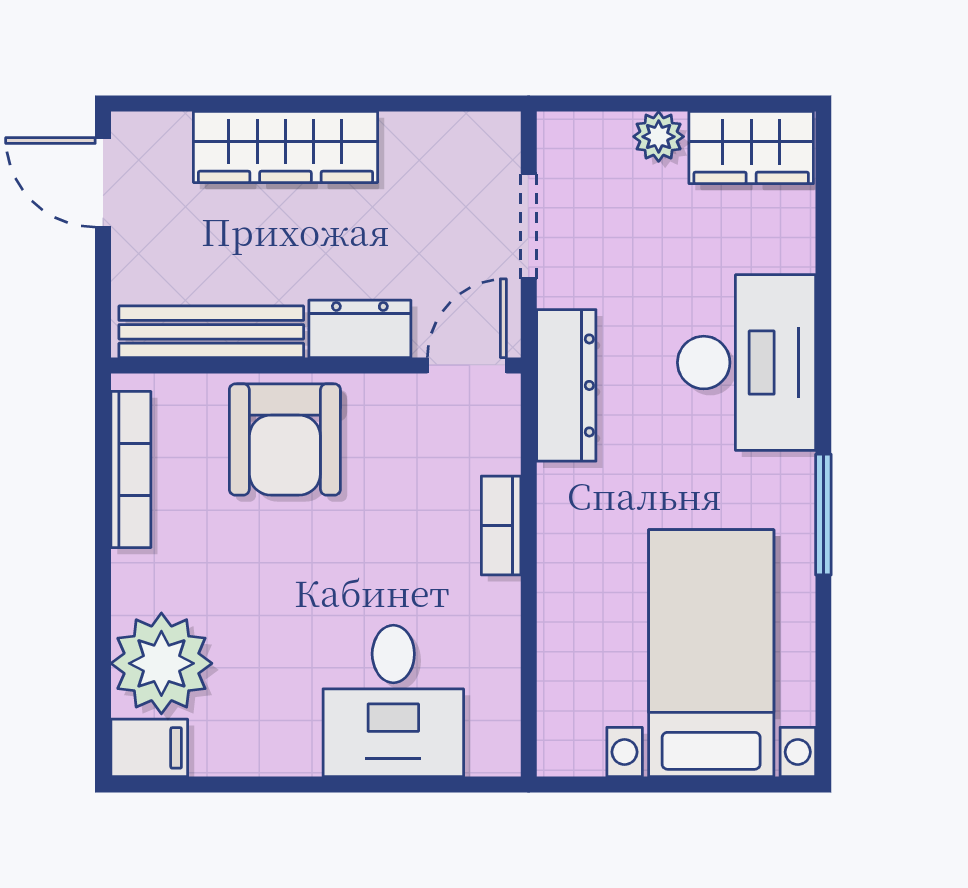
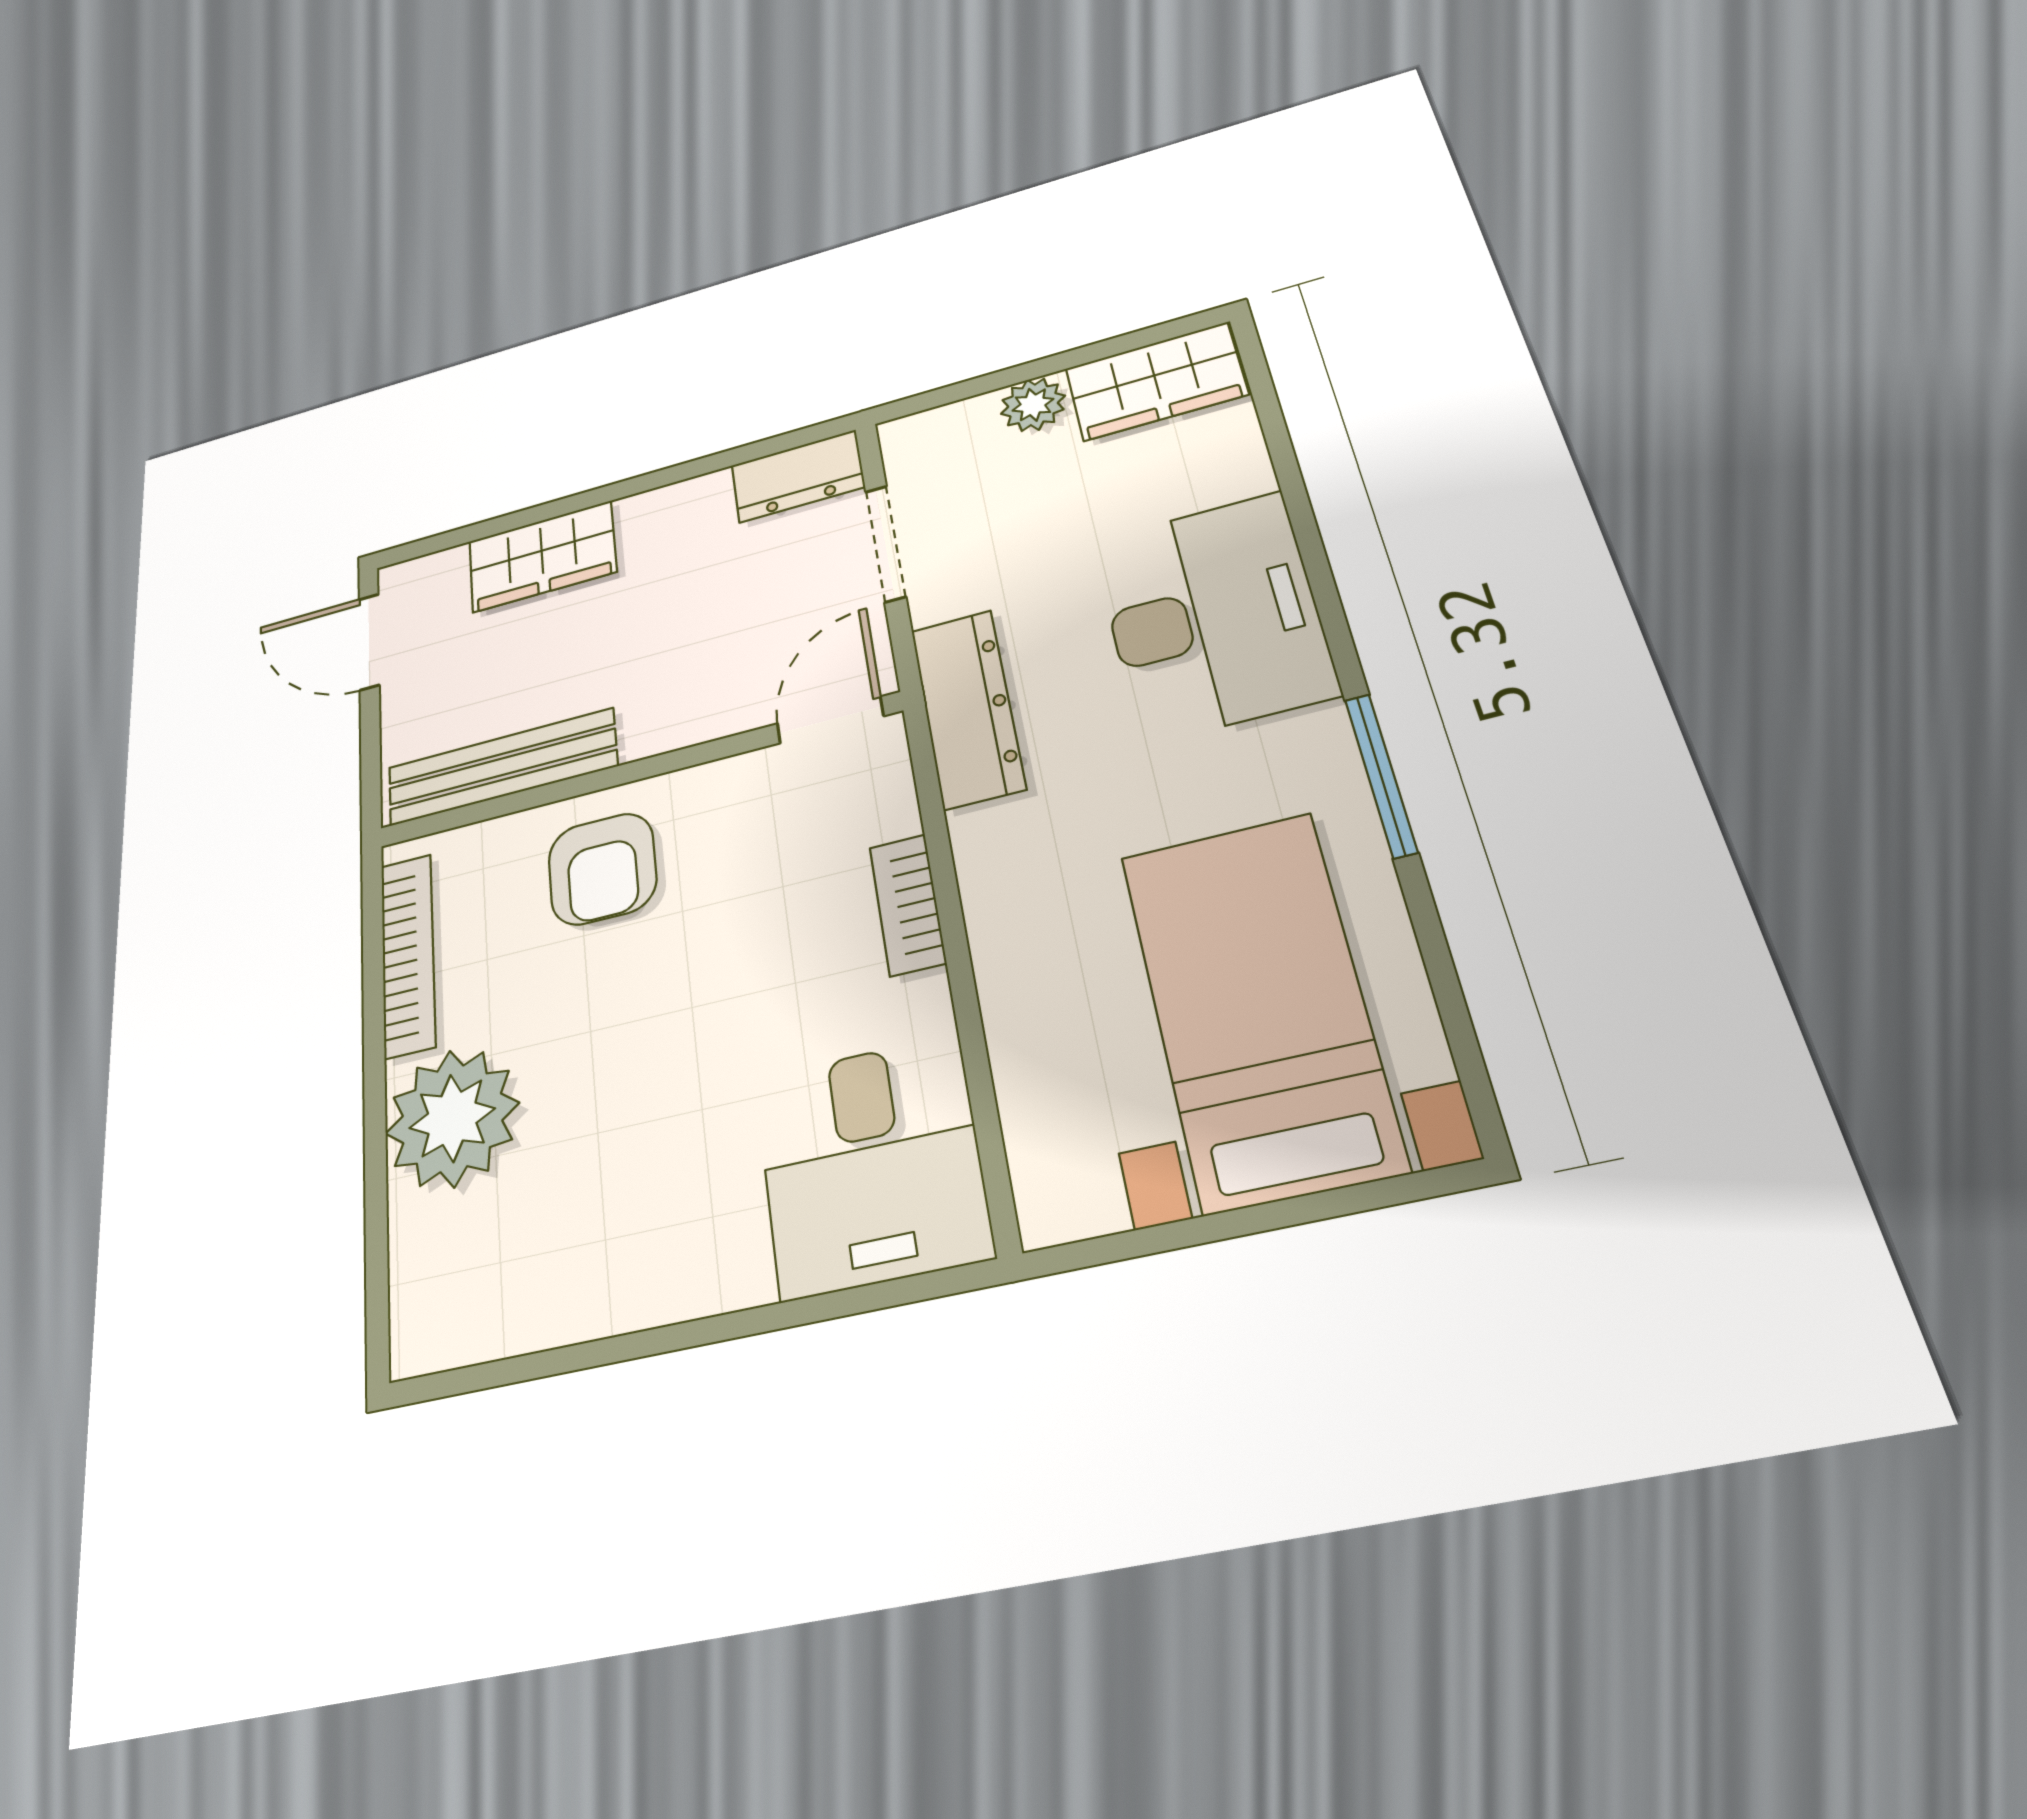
wardrobe: (285, 147) -> (542, 556), width x0.67
dresser: (360, 329) -> (798, 476), moved, turned 180
armchair: (285, 439) -> (602, 869), width x0.72, depth x0.72
plant: (161, 663) -> (452, 1118), moved
desk: (393, 701) -> (871, 1165), moved
filing cabinet: (149, 748) -> (442, 1328), removed

